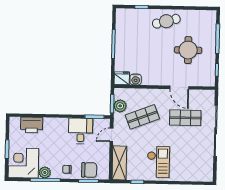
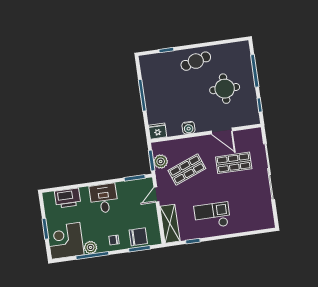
water cooler: (136, 79) -> (188, 128), moved
desk: (80, 131) -> (104, 198), moved
checkout: (158, 162) -> (212, 216), turned -90

